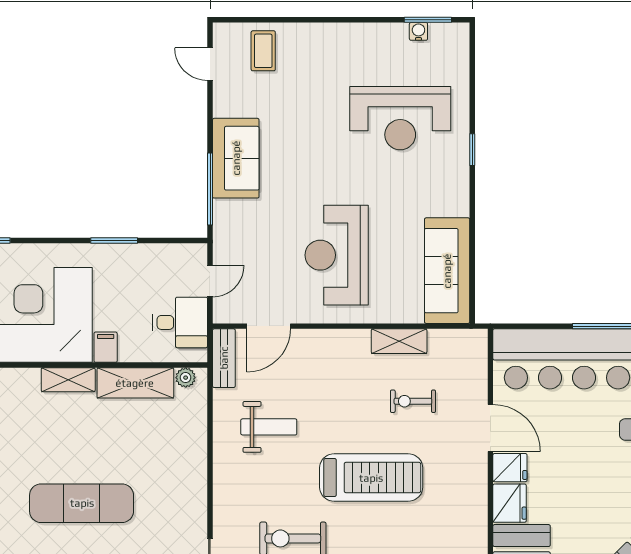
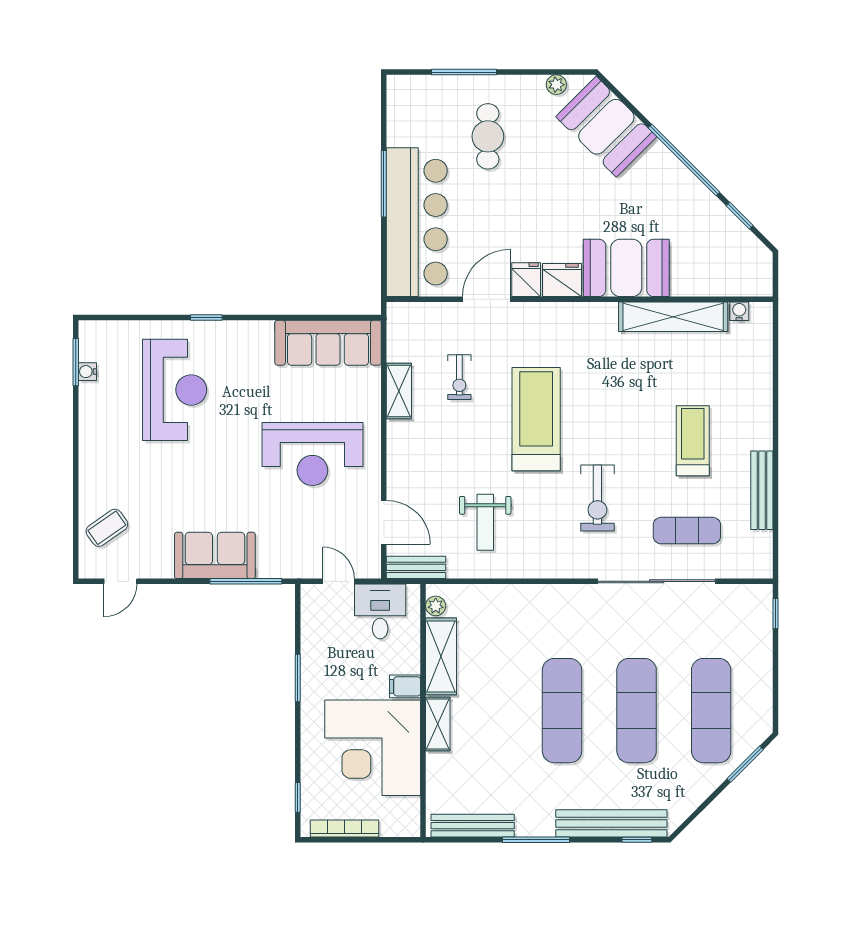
coffee table: (263, 51) -> (107, 528), turned -35
weight bench: (269, 427) -> (485, 522), turned 180

